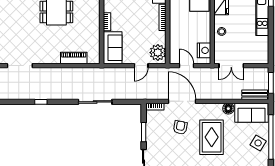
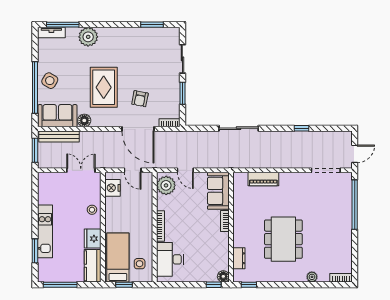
door: (141, 66) -> (185, 170), swing flipped
bench: (255, 95) -> (59, 136), width x1.36

